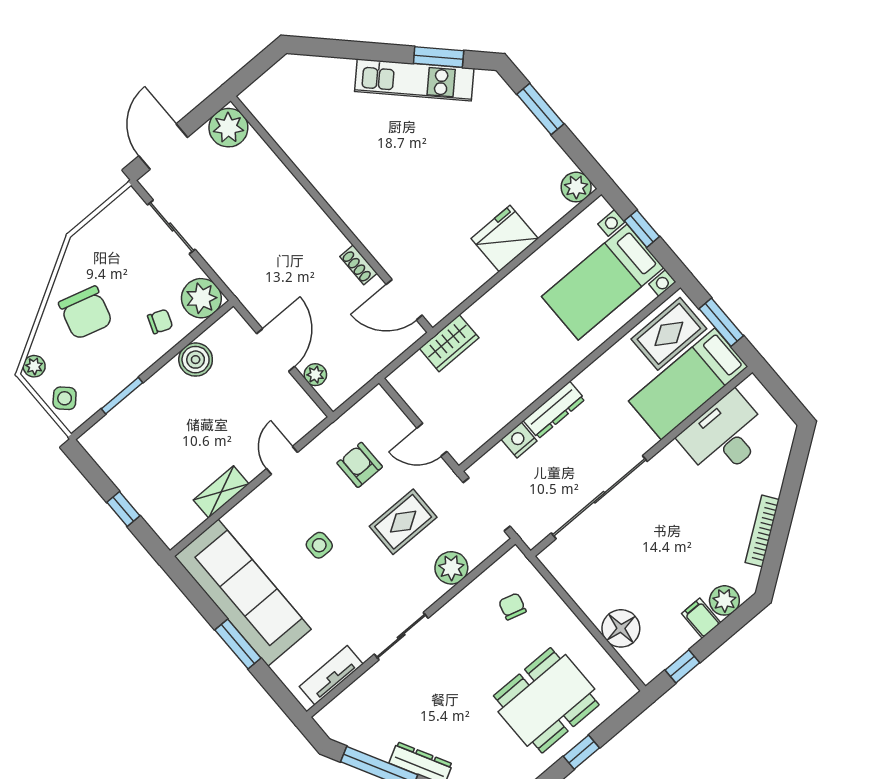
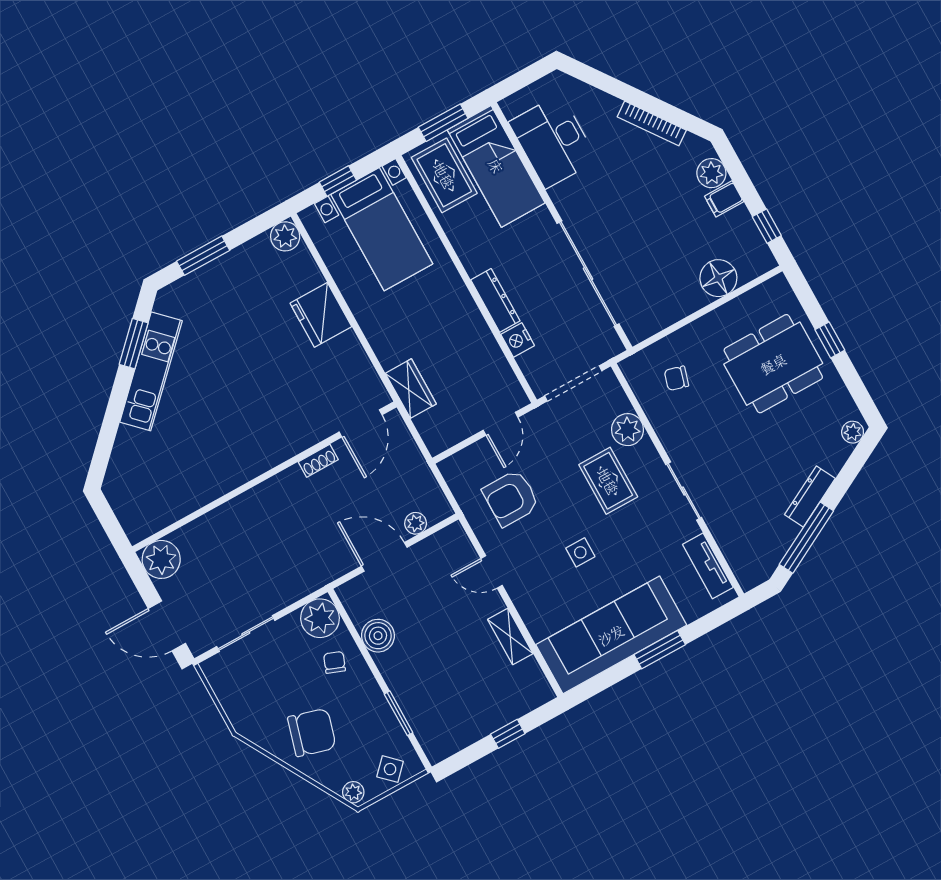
armchair: (360, 465) -> (511, 498), width x1.38, depth x1.38
rug: (403, 522) -> (608, 481), moved
dining table: (546, 700) -> (773, 364), turned 90

